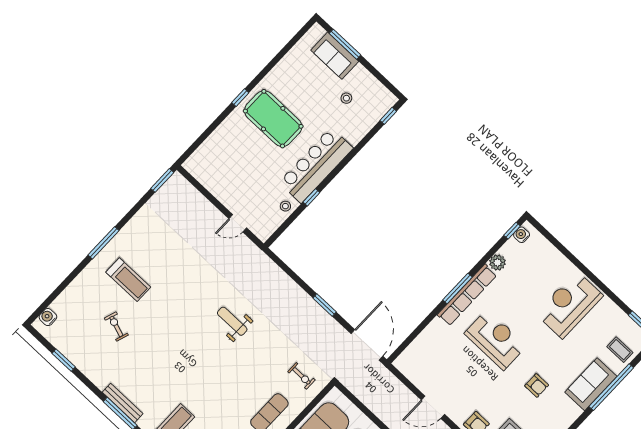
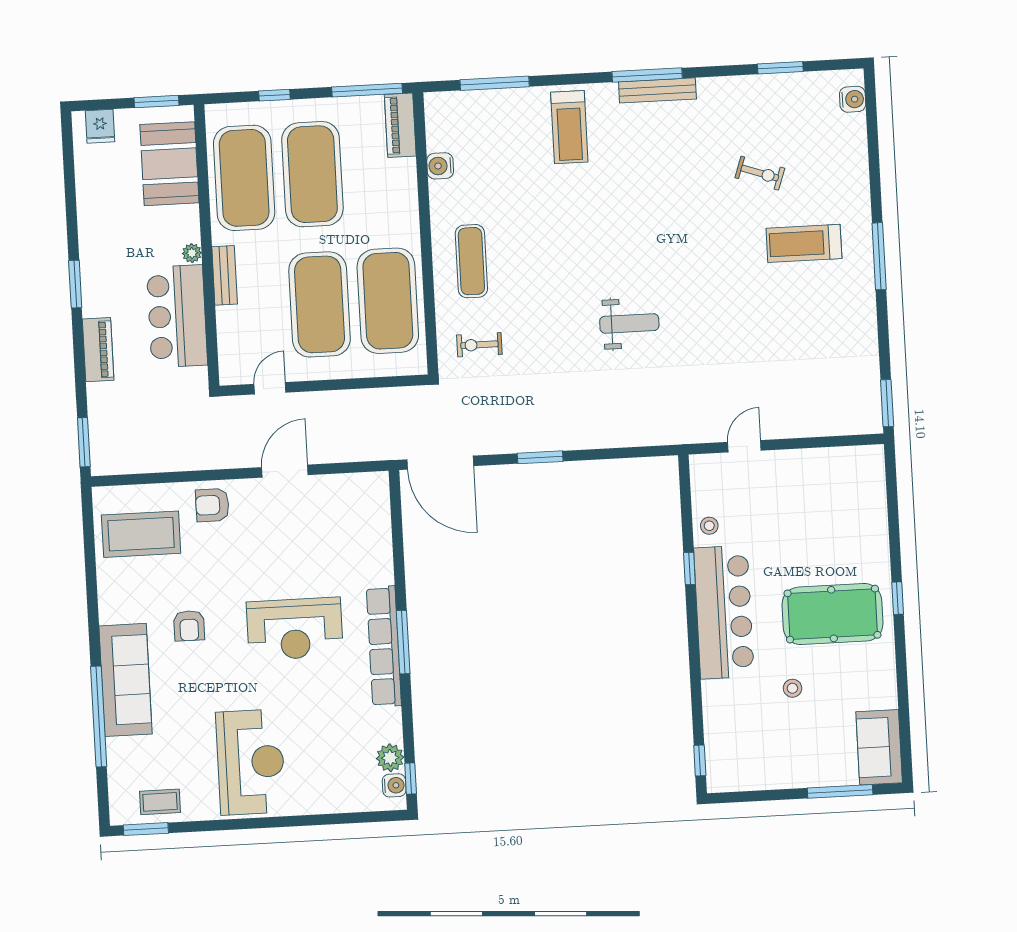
sofa: (335, 56) -> (879, 747), moved, turned -90
stool: (346, 98) -> (792, 688), moved
plant: (497, 263) -> (390, 758), moved
coffee table: (620, 350) -> (160, 802), moved
sofa: (591, 384) -> (126, 680), width x1.36
armchair: (537, 385) -> (189, 626), turned -90

